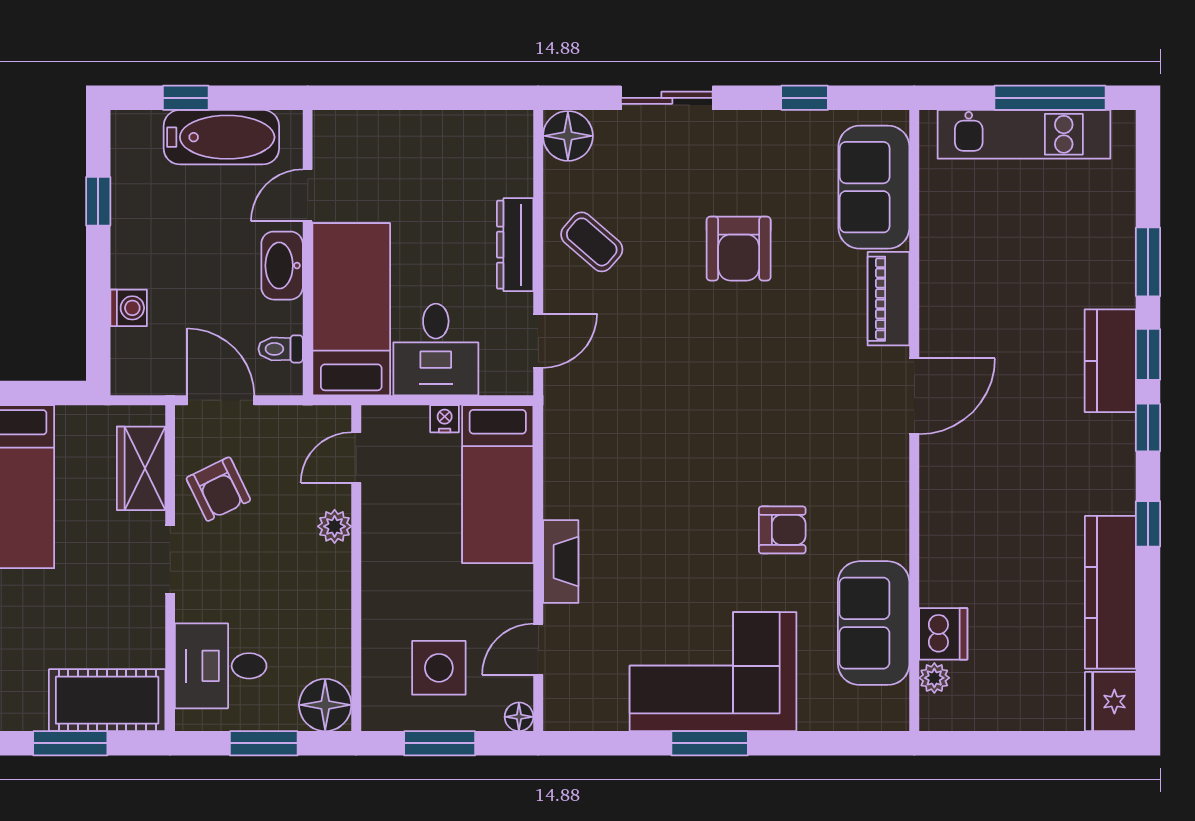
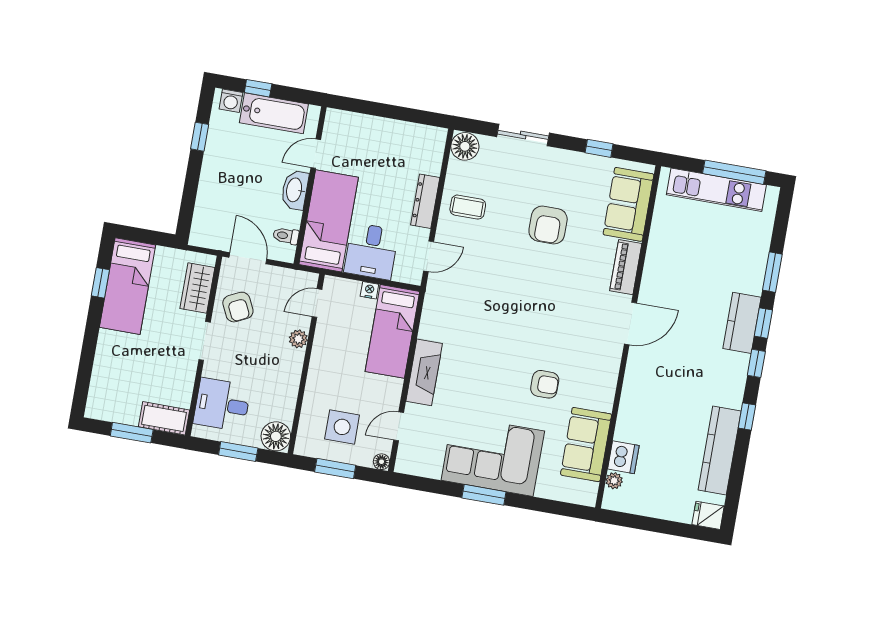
coffee table: (592, 242) -> (468, 207), turned -41
washing machine: (129, 308) -> (231, 101), moved, turned 90
fireplace: (561, 562) -> (424, 372), width x1.37, depth x1.32
cot: (107, 700) -> (164, 418), width x0.73, depth x0.75
fridge: (1110, 702) -> (708, 515), width x0.72

